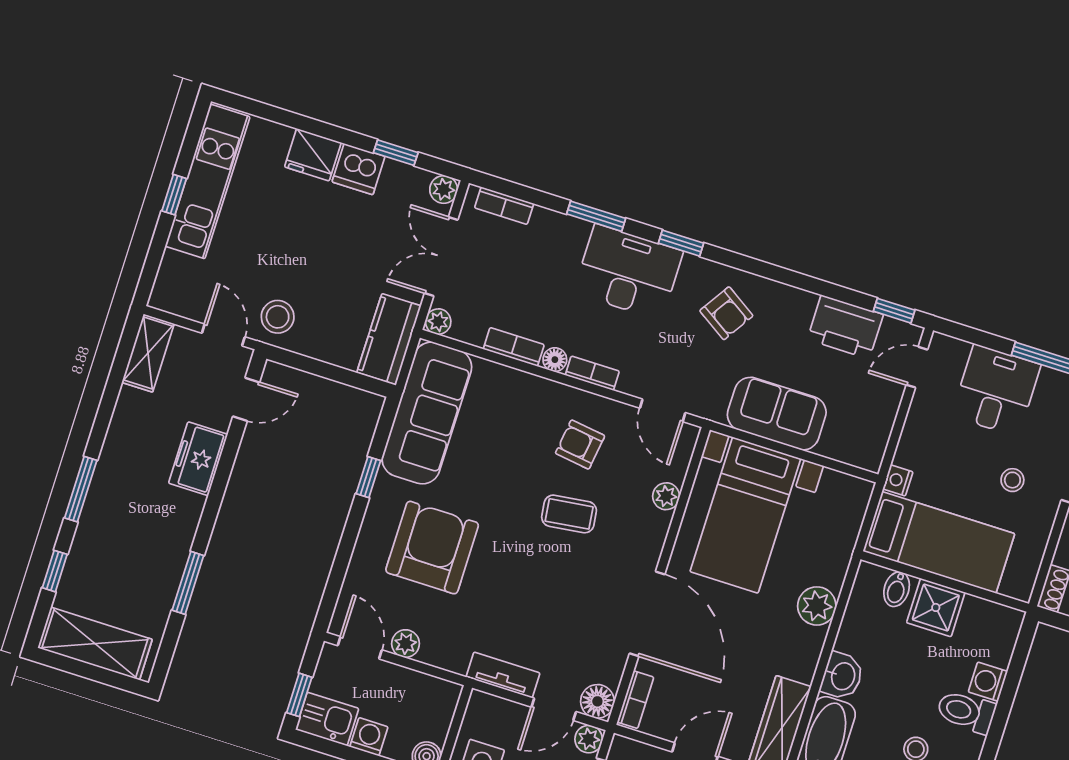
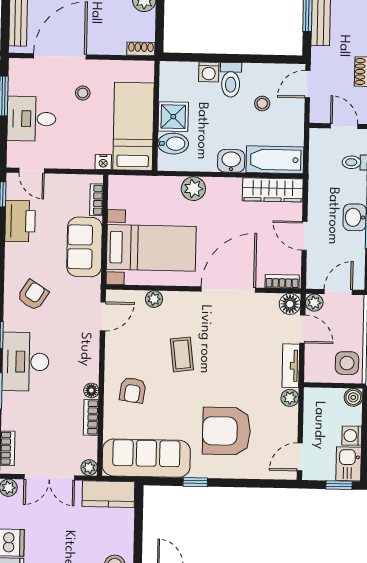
bookcase: (592, 373) -> (96, 200), moved
armchair: (580, 445) -> (133, 390), moved
bidet: (897, 589) -> (173, 144), width x1.38, depth x1.36
plant: (406, 644) -> (290, 398), moved

